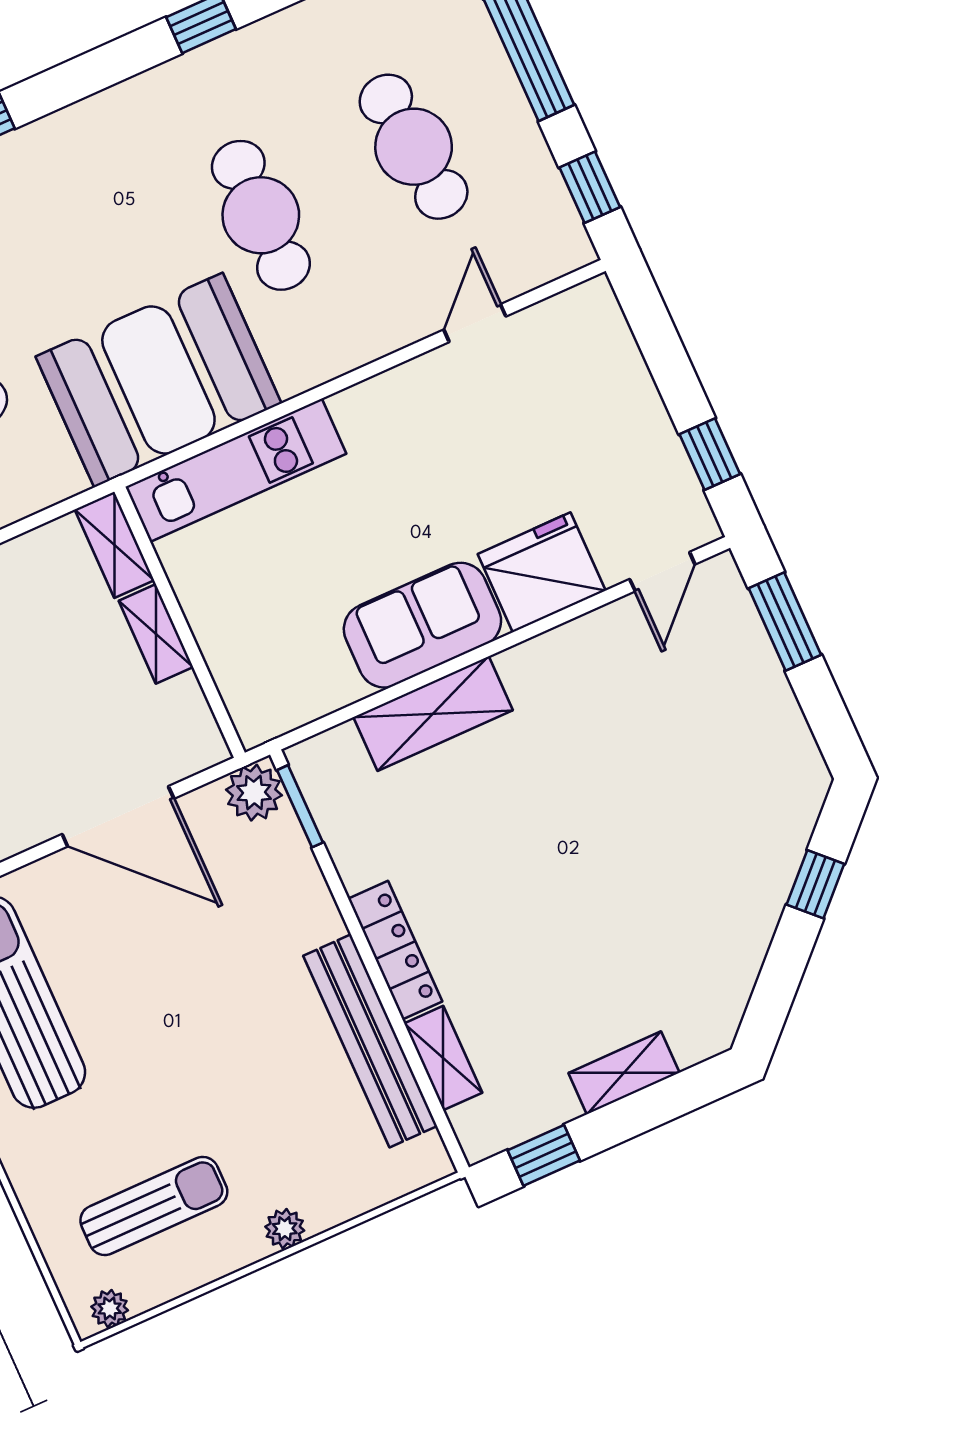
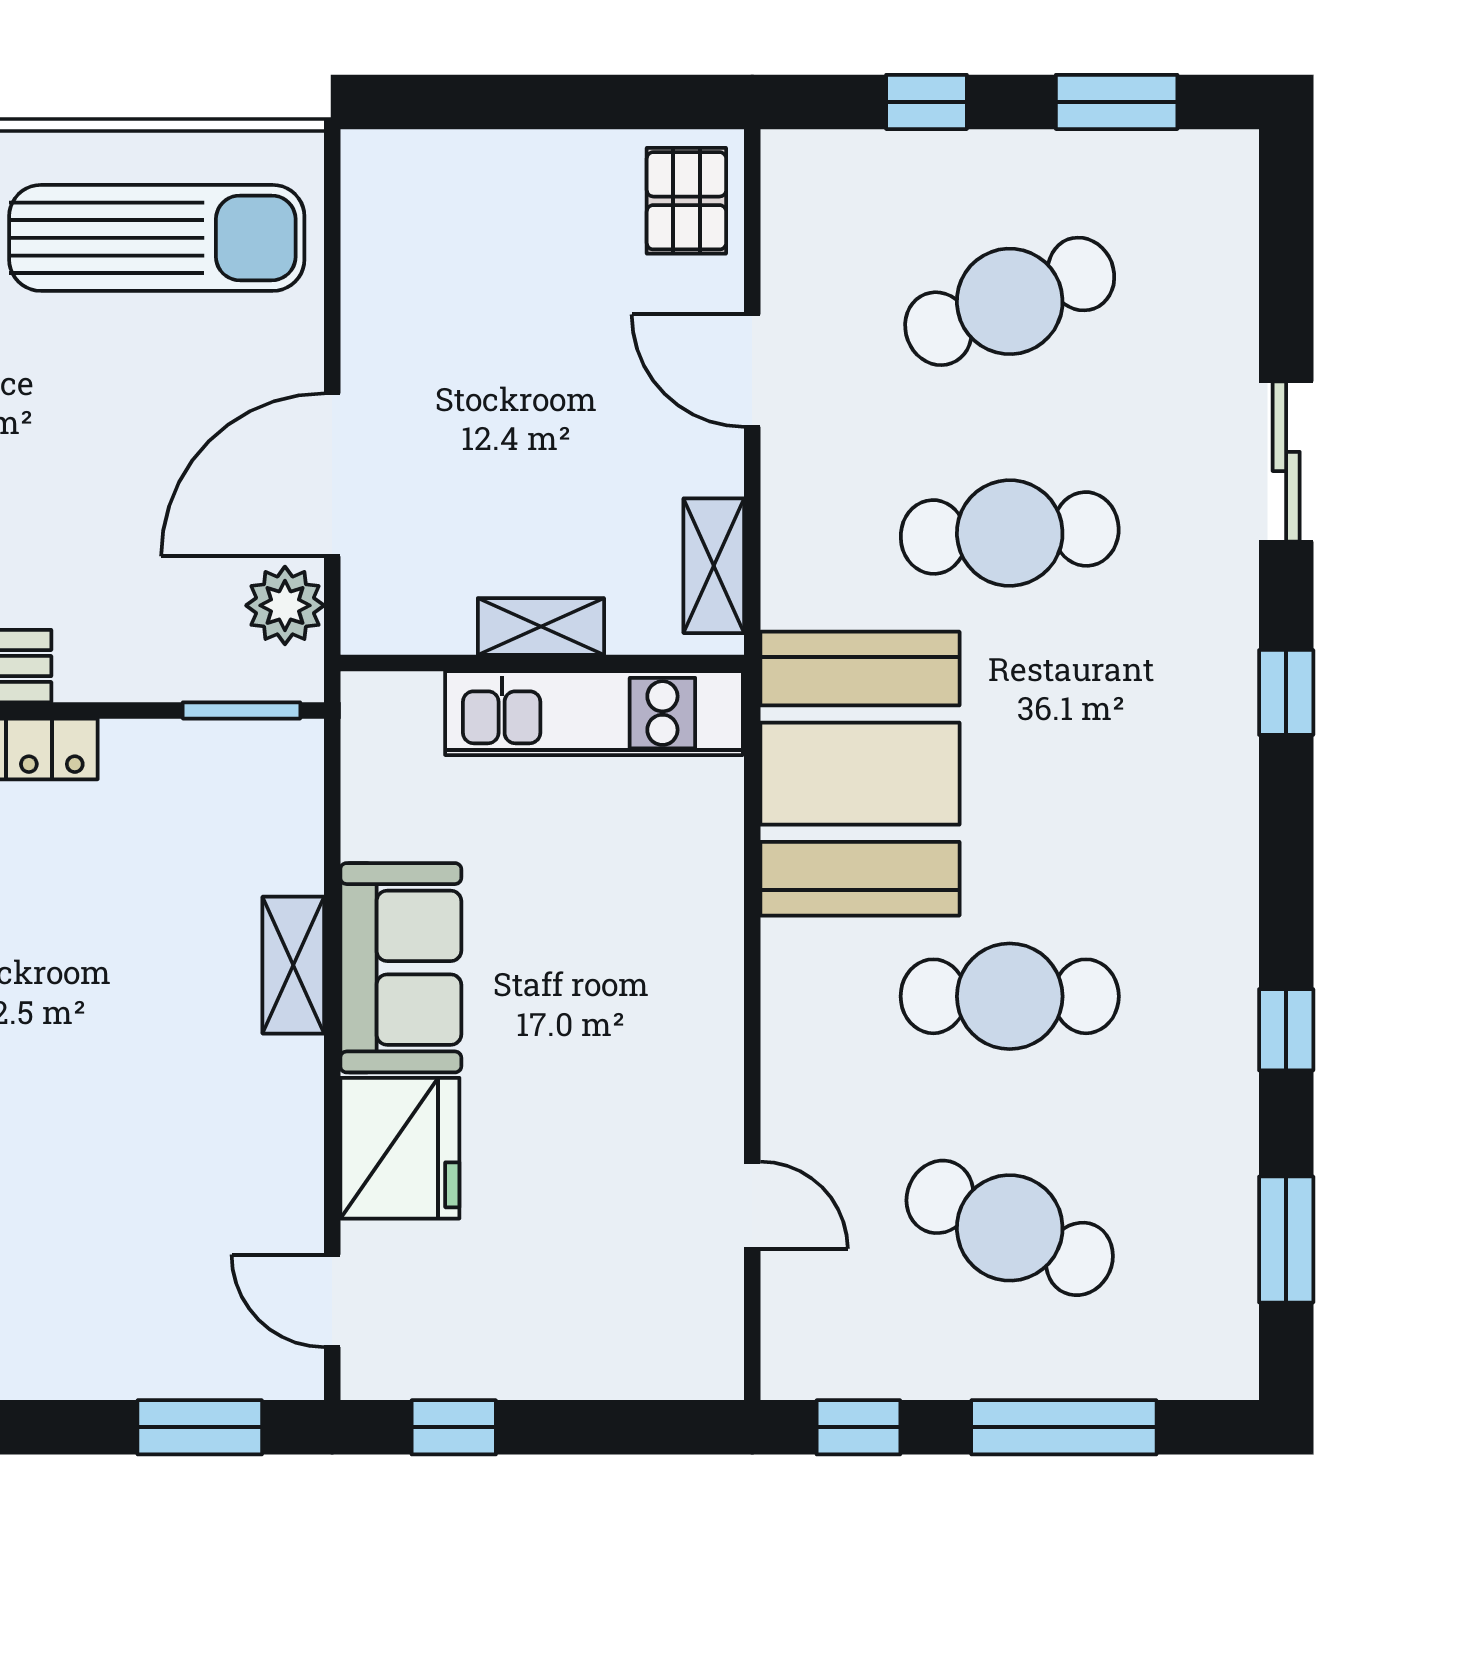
cafe table: (414, 147) -> (1010, 1228), turned 30
kitchen unit: (236, 470) -> (594, 713), moved, turned -90
shelving: (114, 545) -> (714, 566), moved, turned 90
shelving: (433, 714) -> (293, 965), width x0.67, depth x0.75
plant: (254, 793) -> (285, 605), moved

